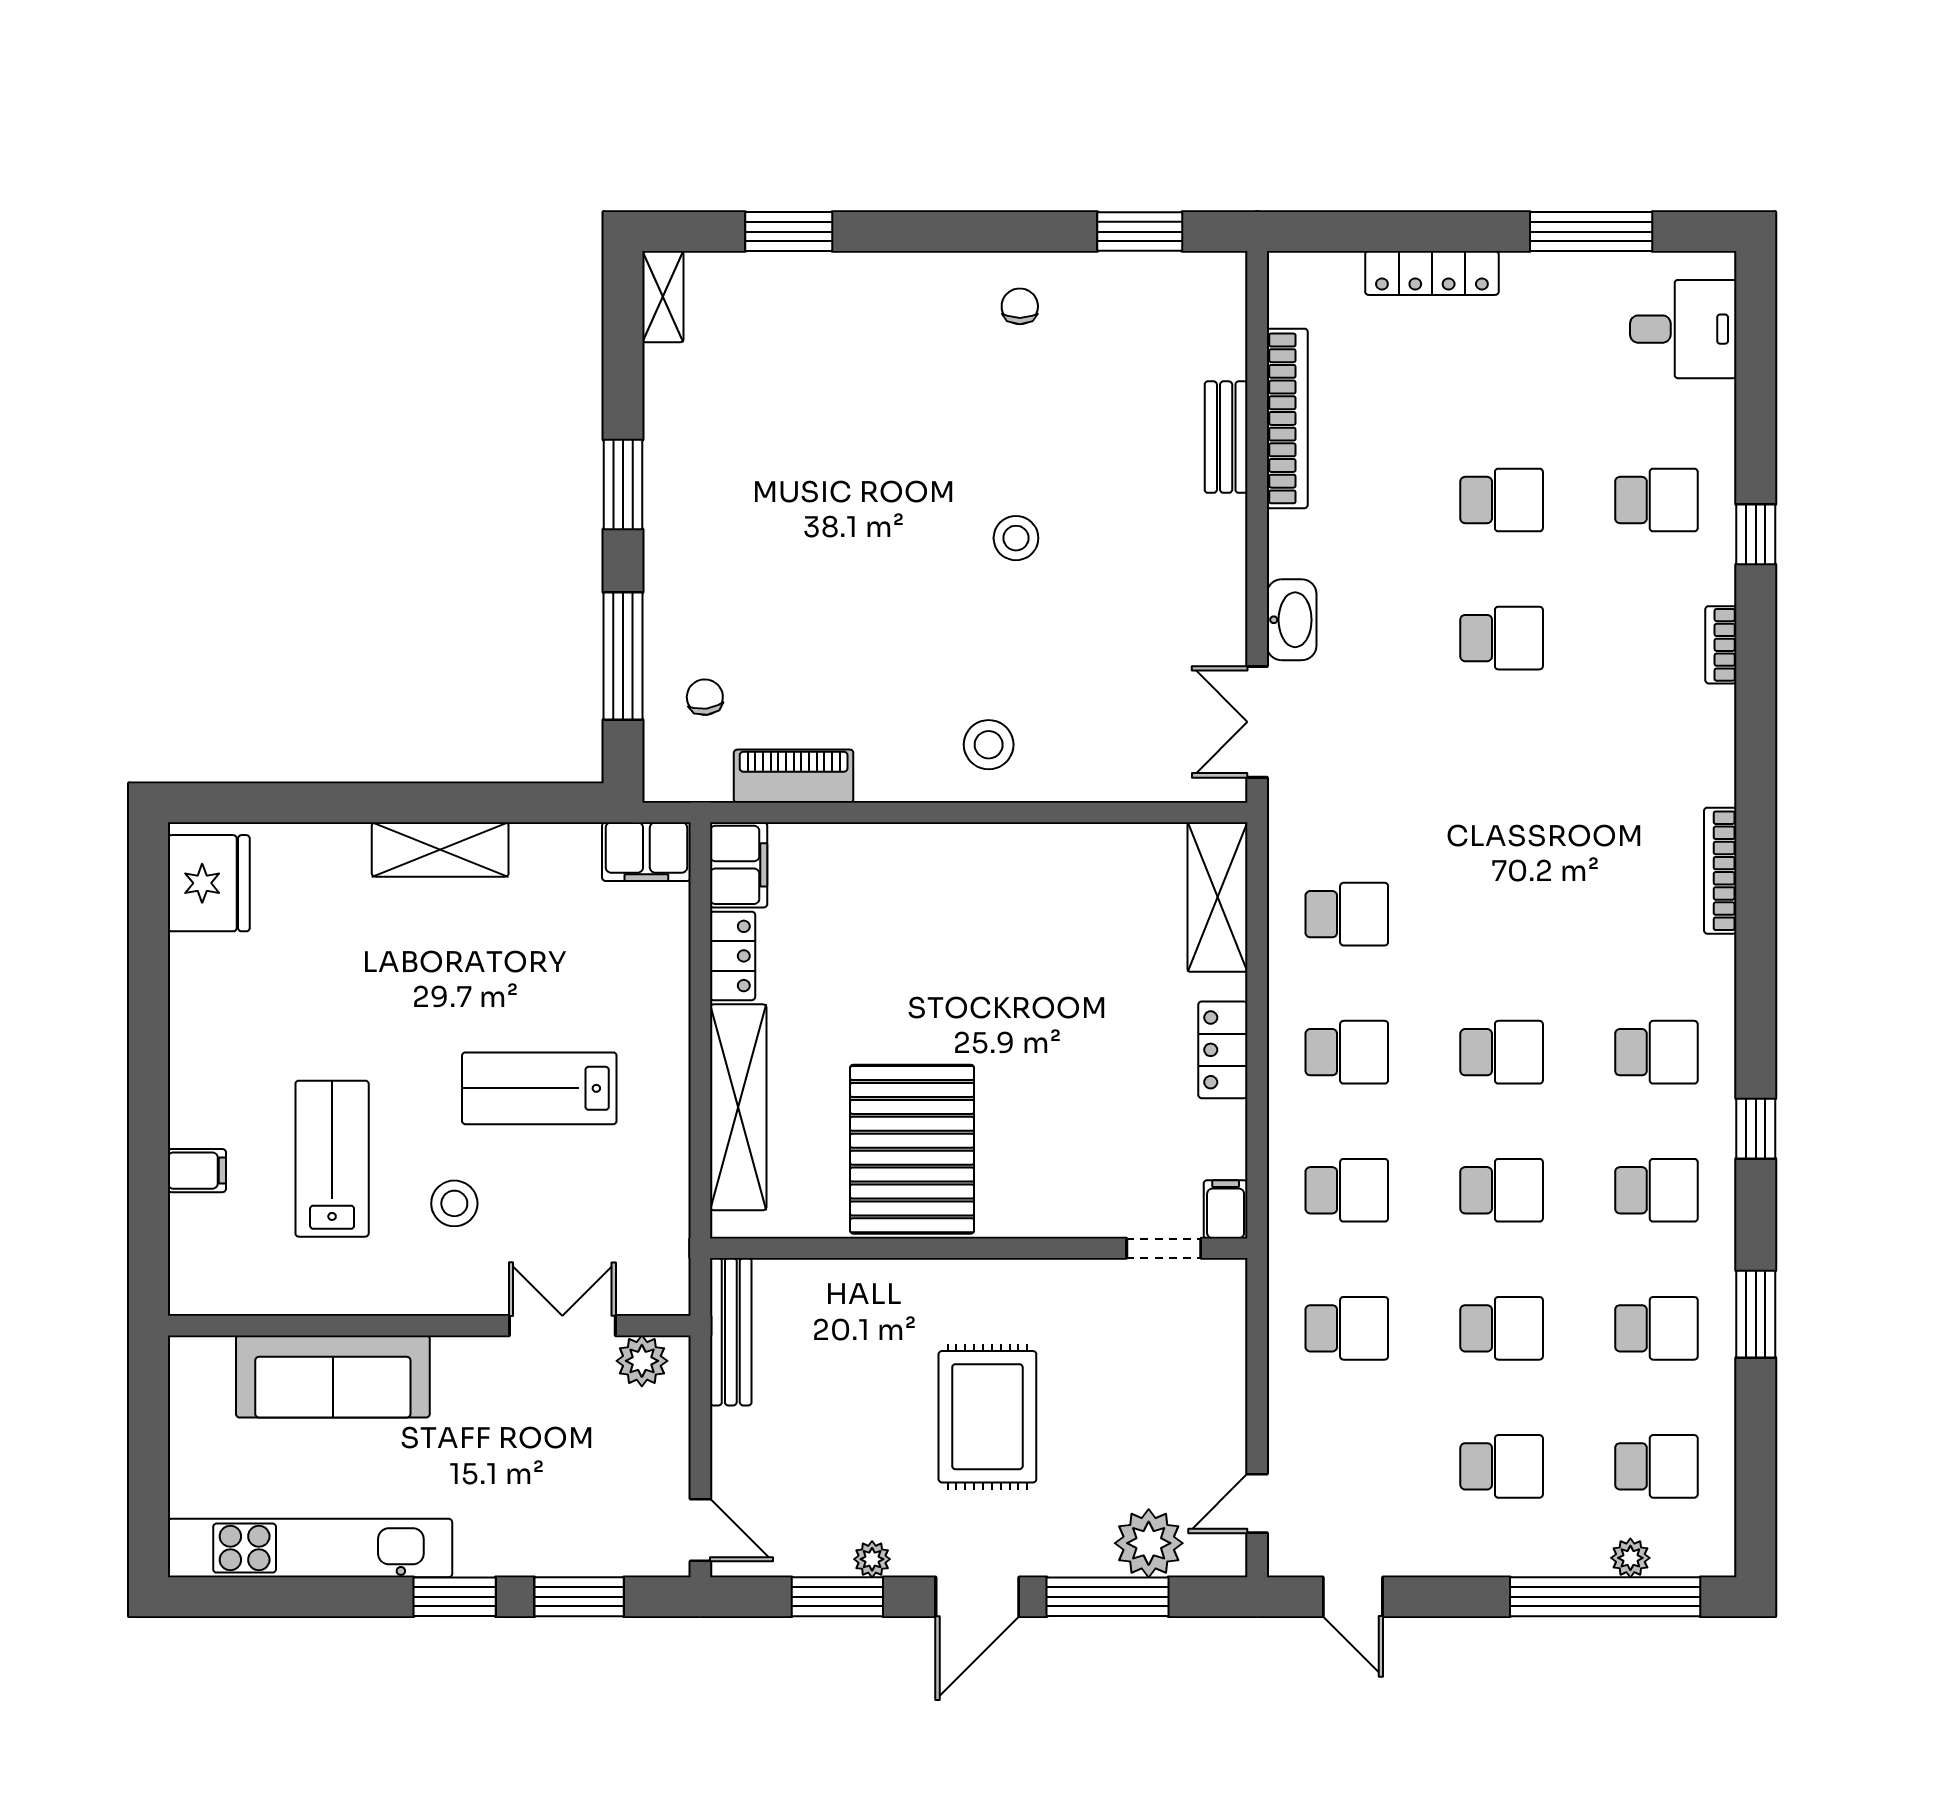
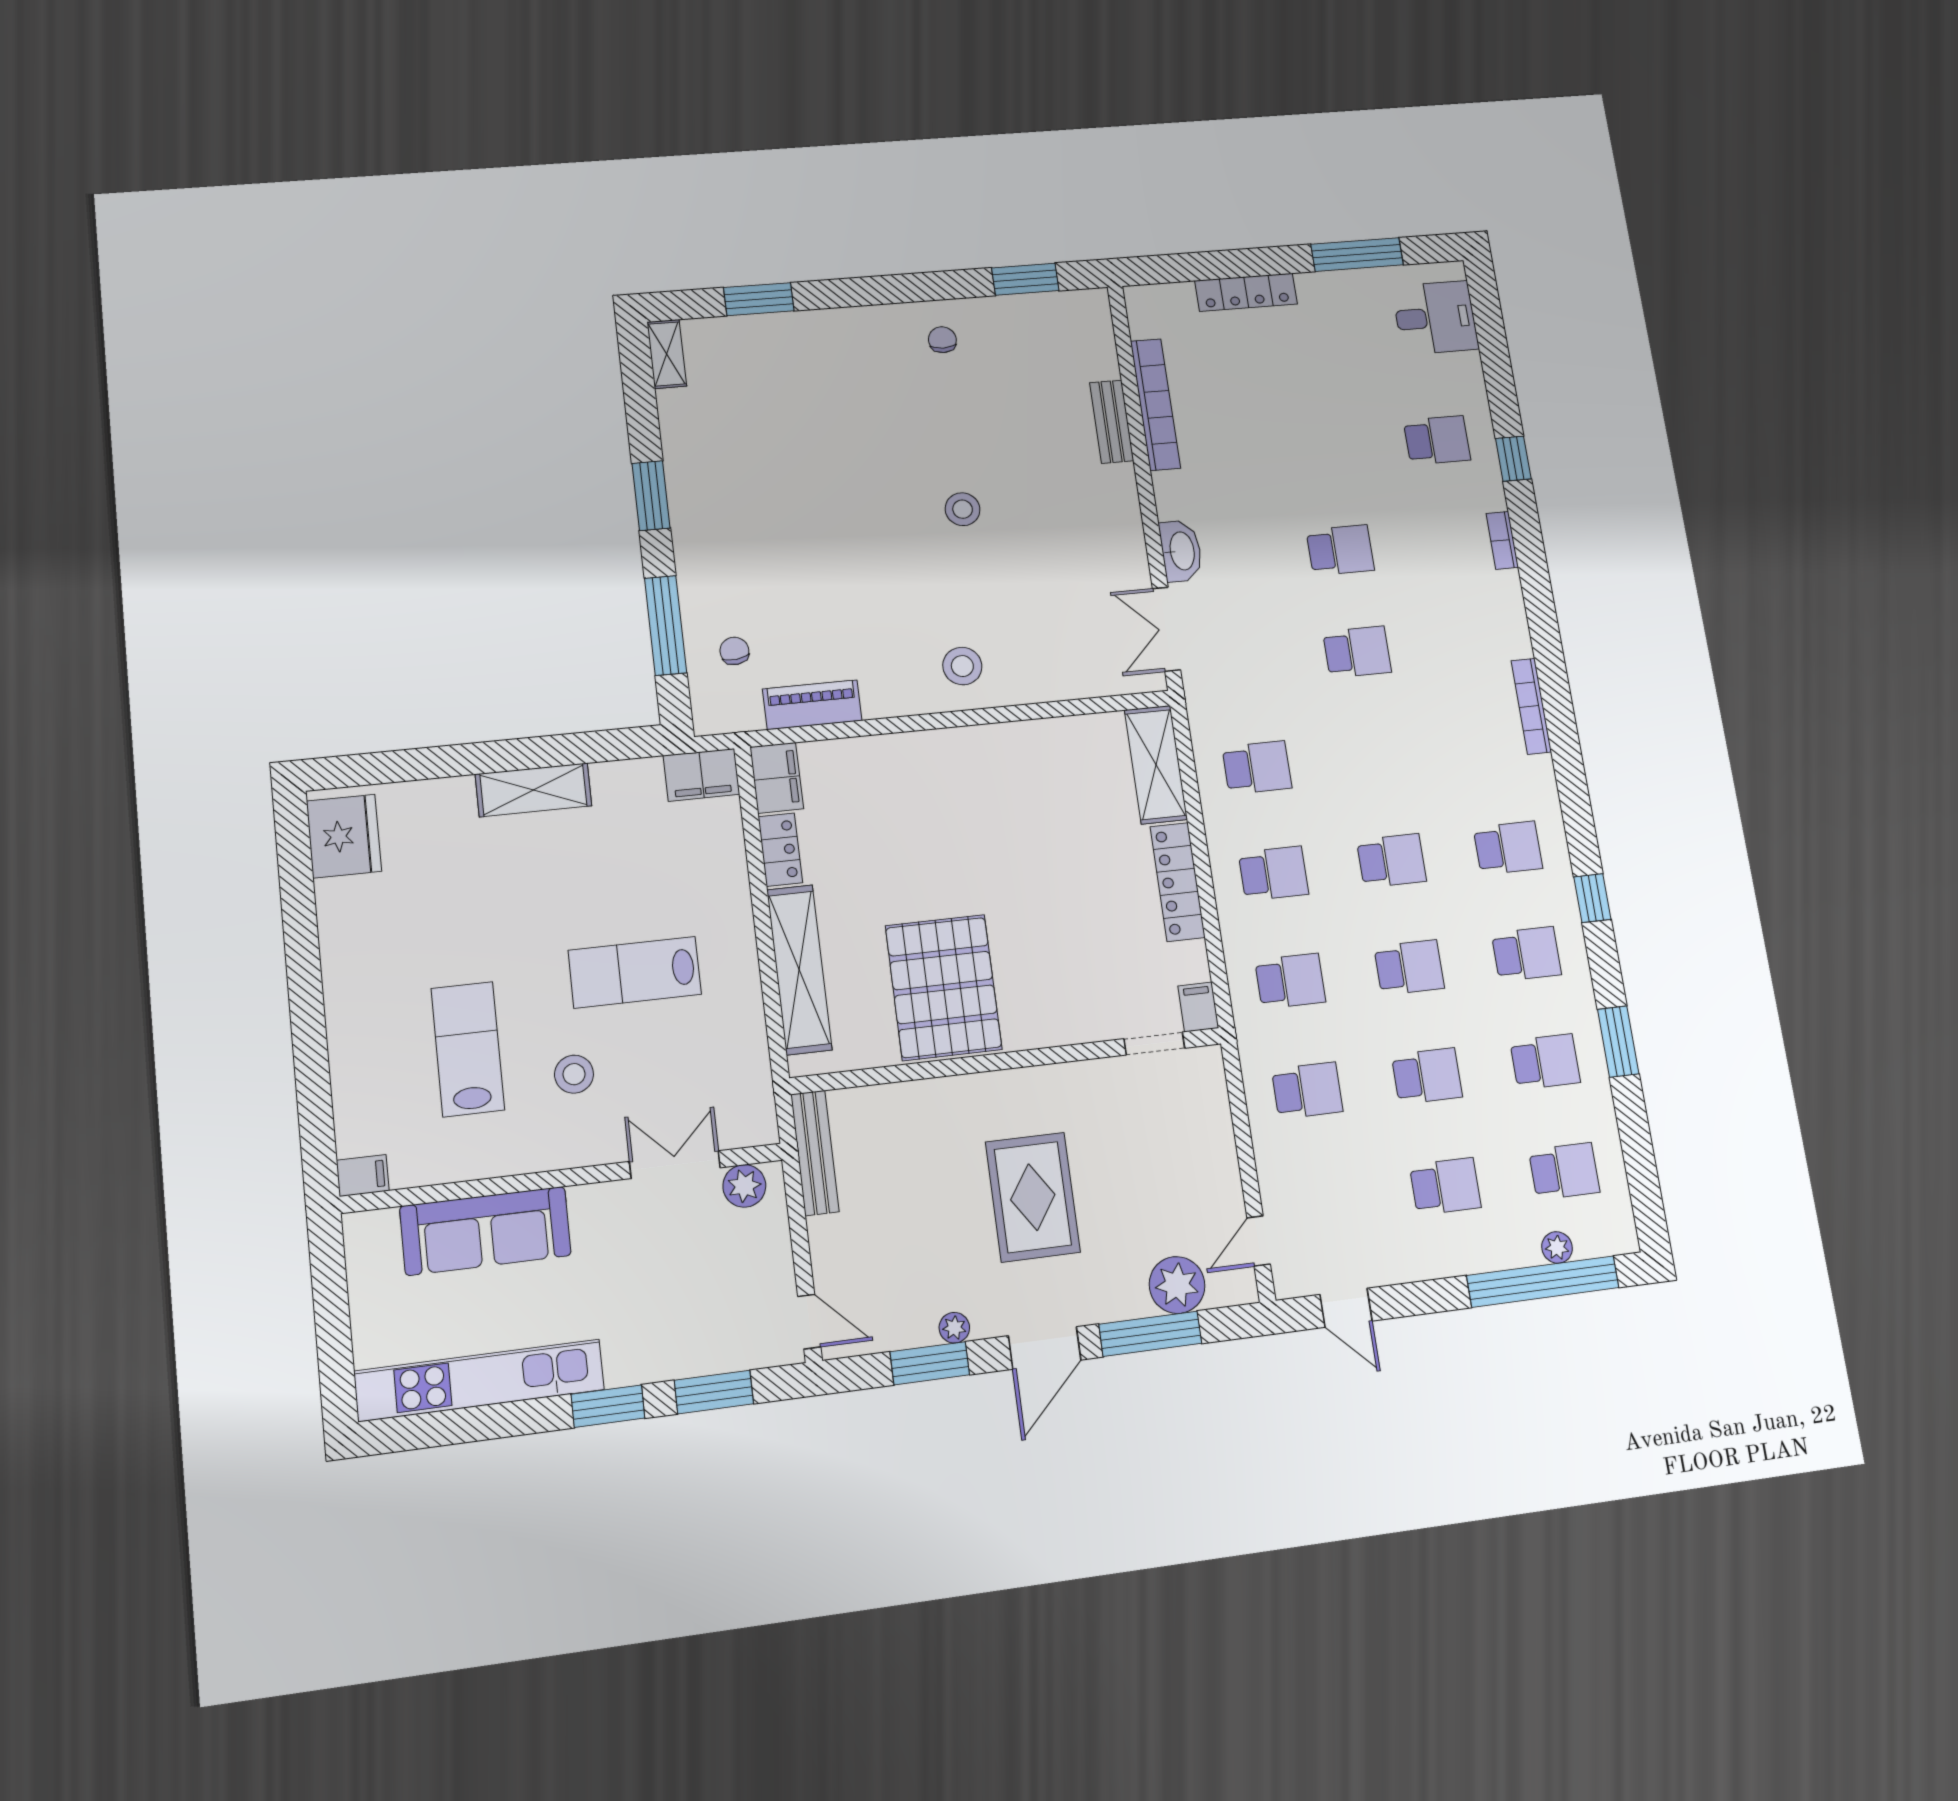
school desk: (1502, 500) -> (1357, 652), moved
locker: (1223, 1050) -> (1178, 882), width x1.53
filing cabinet: (197, 1171) -> (363, 1176), moved

